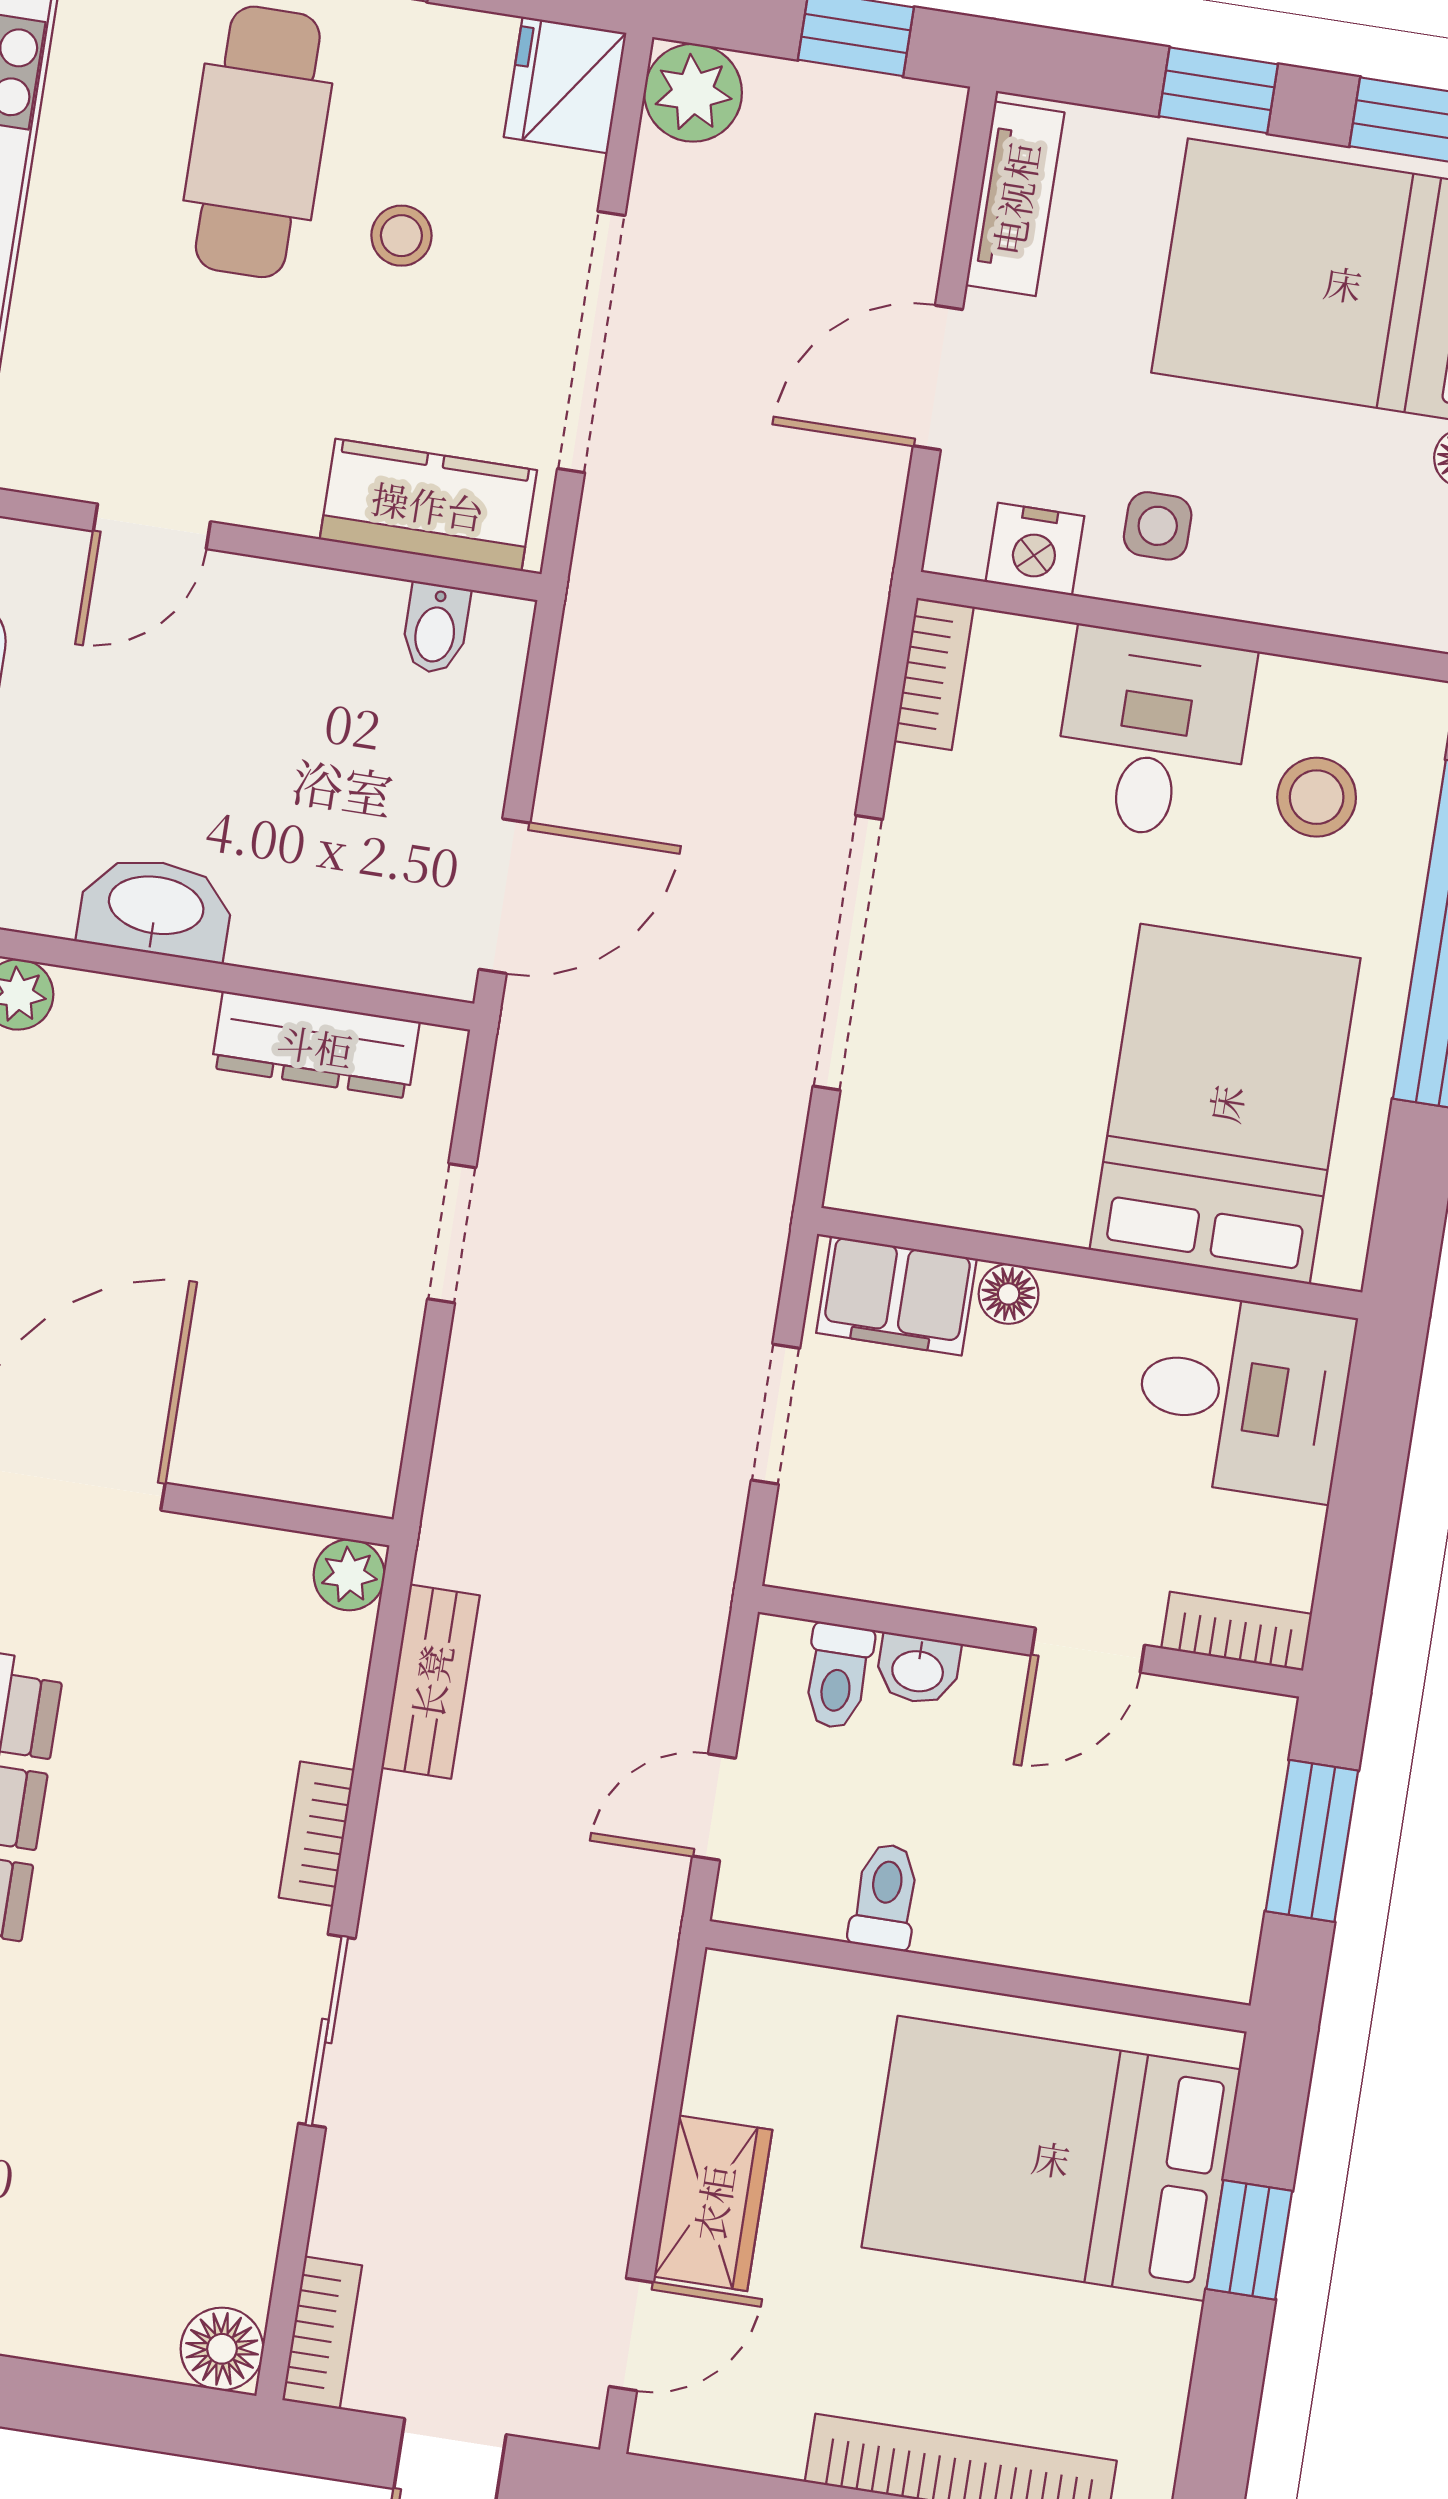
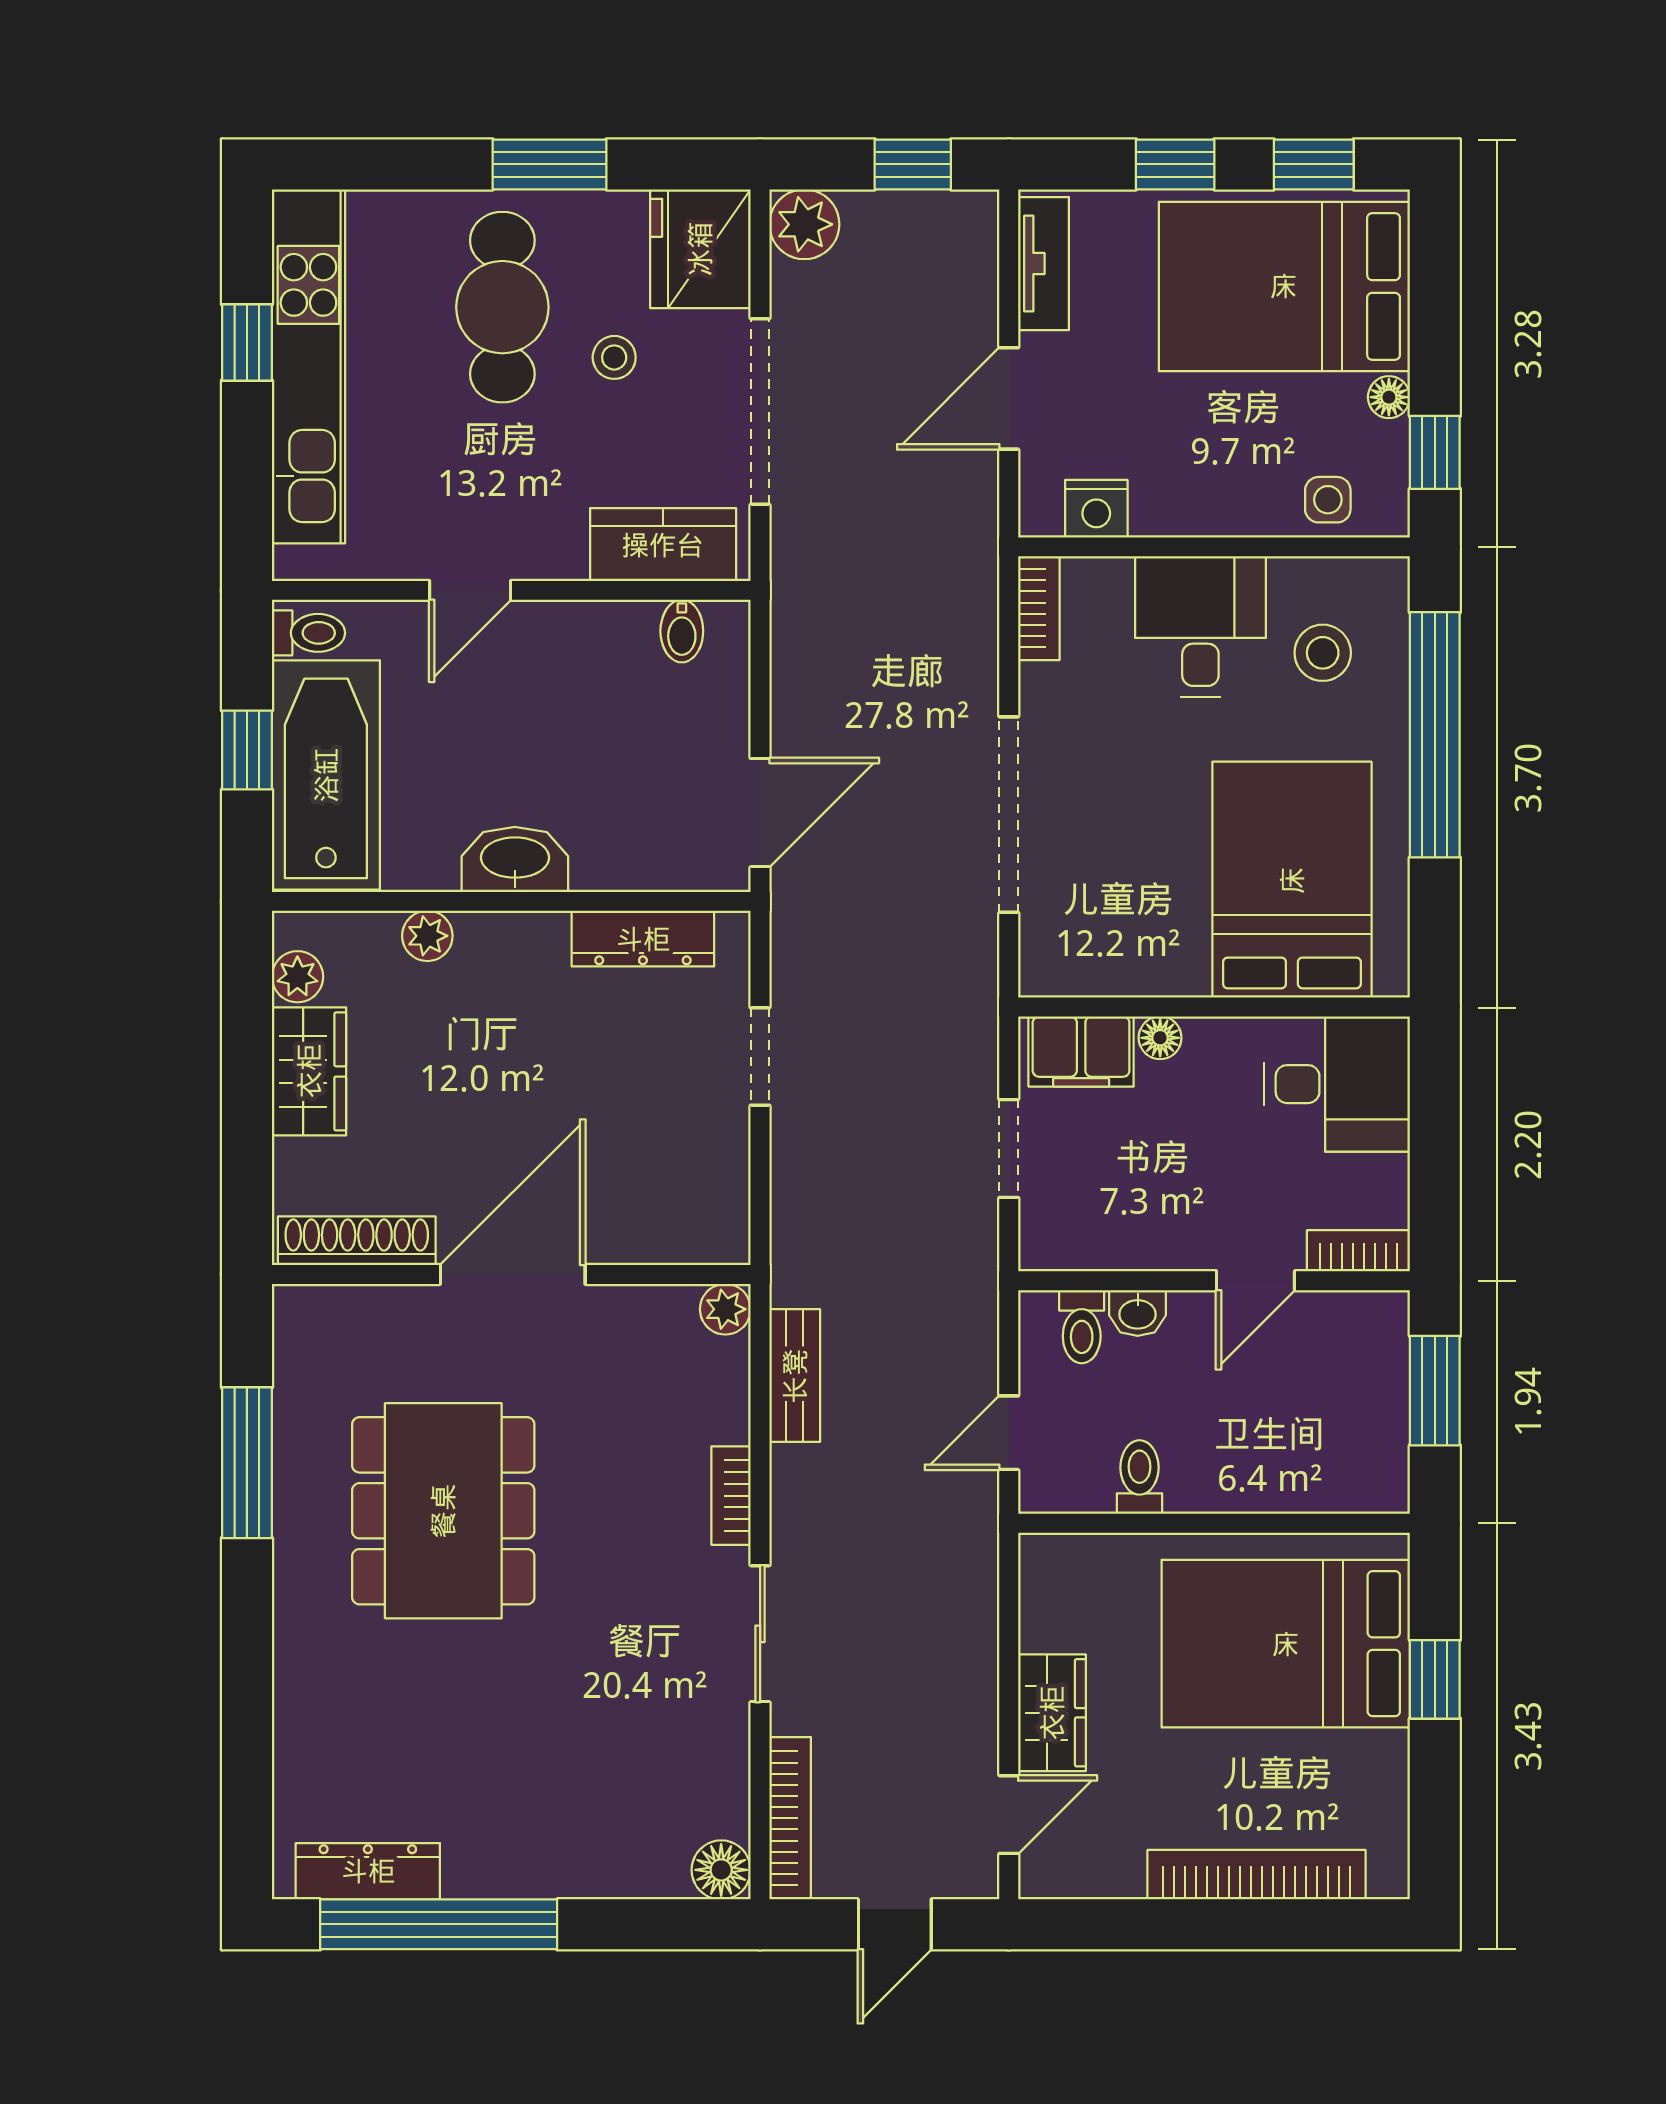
fridge: (565, 85) -> (700, 249), width x1.36, depth x1.34
side table: (1158, 526) -> (1328, 500), moved
bookcase: (322, 2333) -> (790, 1818), width x1.56

